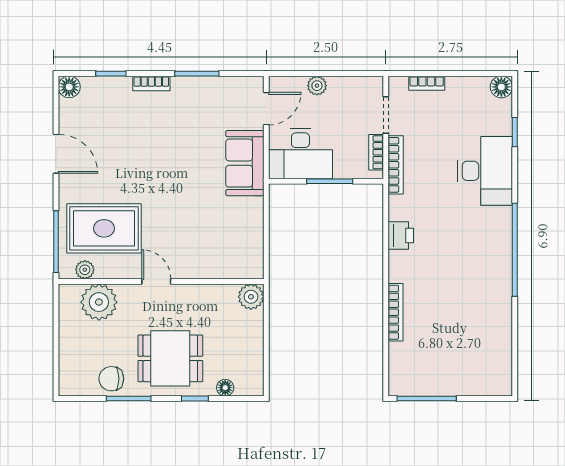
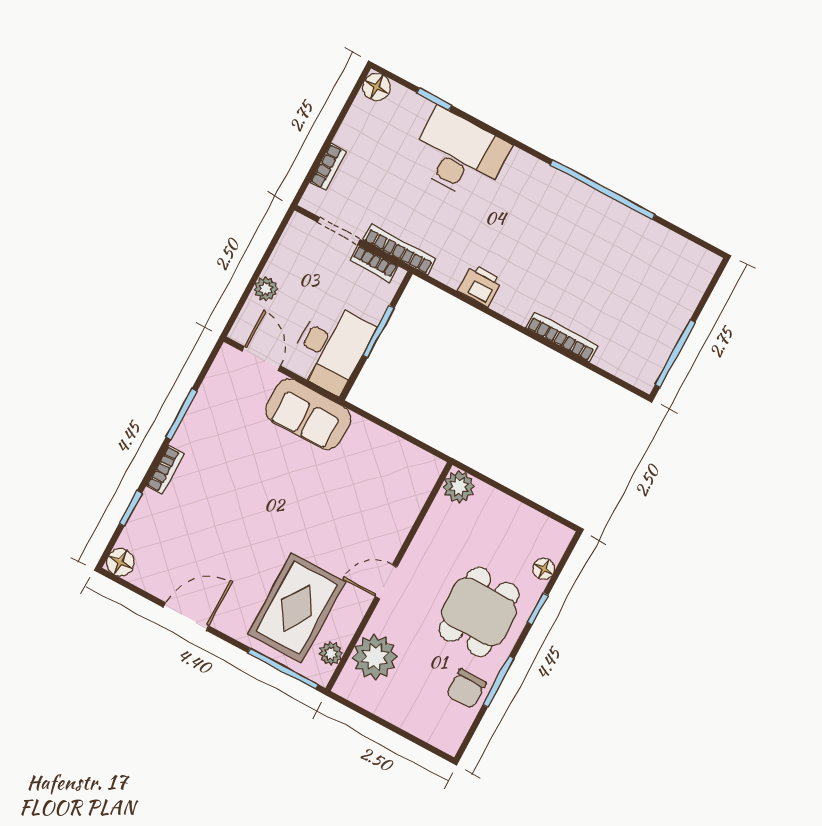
window: (515, 250) -> (603, 190), moved

